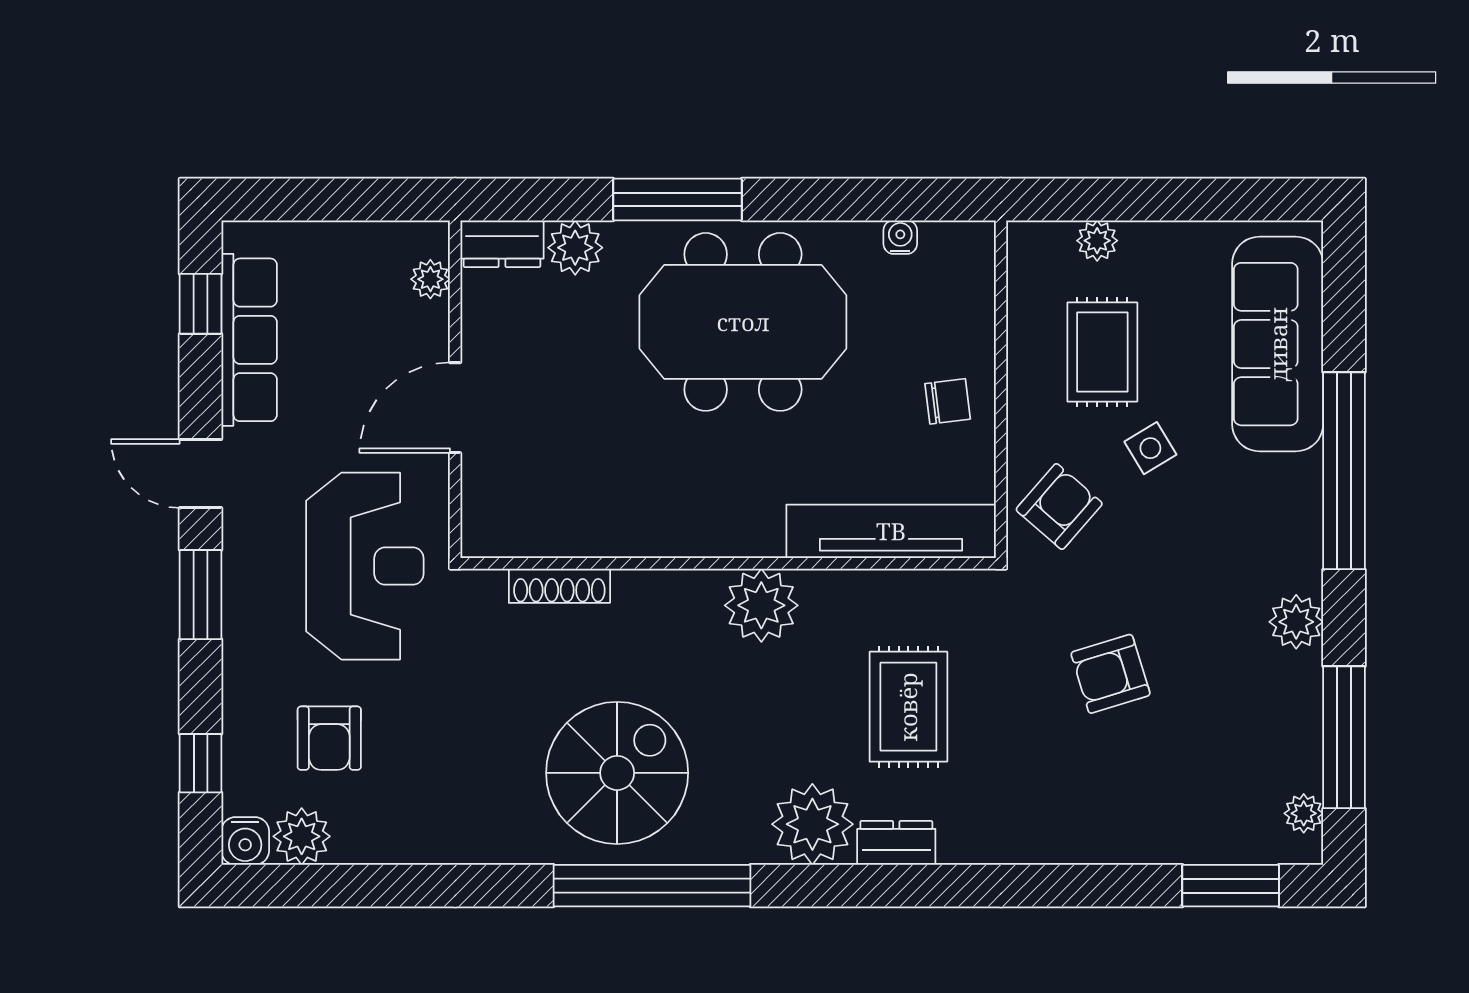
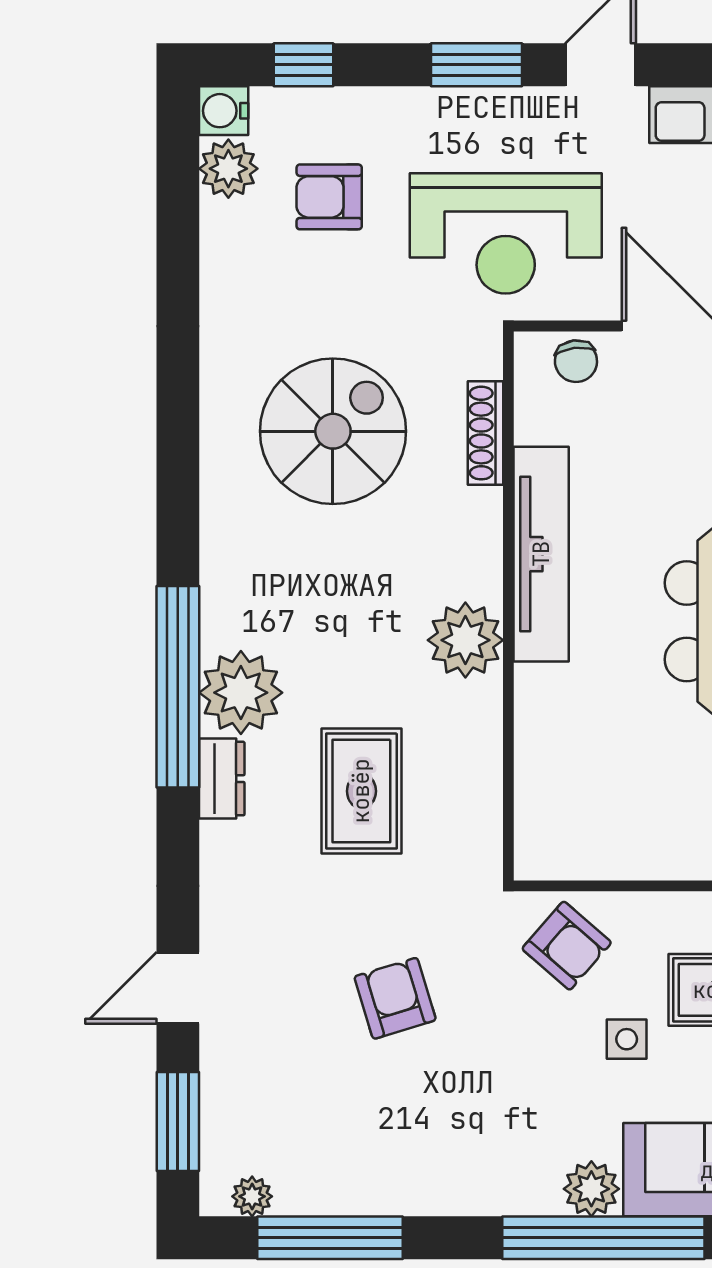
chair: (948, 401) -> (576, 361), moved
side table: (1150, 448) -> (627, 1039), turned 31
tv unit: (891, 531) -> (541, 554), moved
plant: (1296, 622) -> (591, 1189), moved
rug: (908, 707) -> (361, 791), turned 90
spiral stairs: (617, 773) -> (333, 431), moved, turned -90
window: (652, 886) -> (178, 687), moved
door: (1100, 886) -> (178, 988), added

